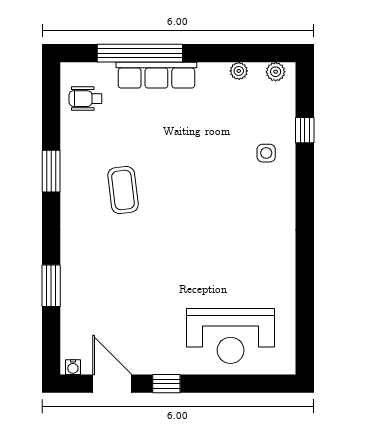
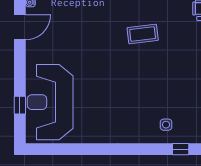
reception desk: (231, 336) -> (50, 102), width x1.36, depth x1.30
window: (166, 384) -> (20, 105), moved

